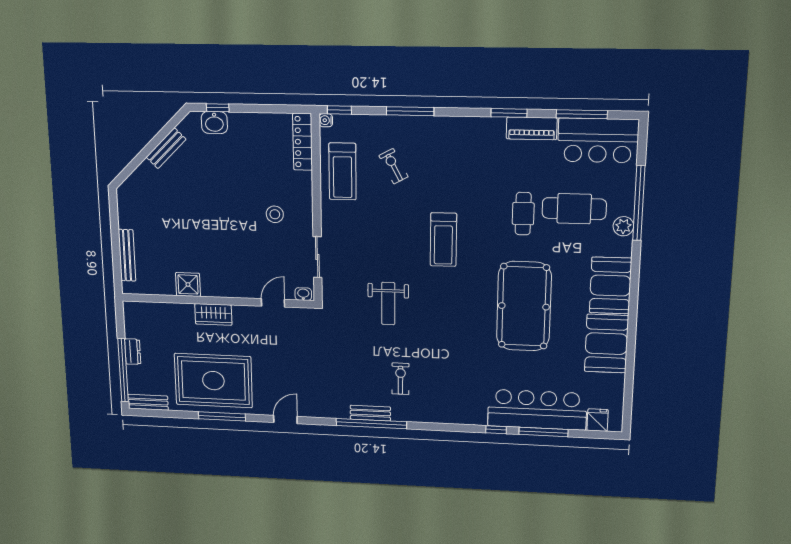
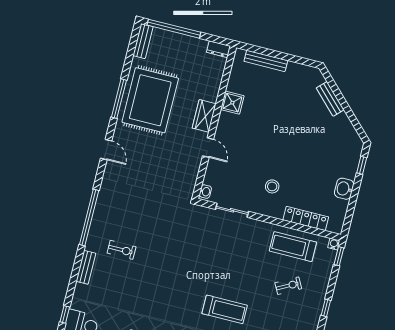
window: (410, 111) -> (326, 308), width x0.46
washbasin: (214, 123) -> (344, 189), moved
locker: (303, 142) -> (306, 218), moved
bench: (166, 148) -> (330, 99), moved
treadmill: (443, 240) -> (225, 309), turned 180
door: (273, 303) -> (208, 148), moved
weight bench: (388, 303) -> (184, 255), removed
dresser: (133, 352) -> (219, 49), moved
bench: (370, 413) -> (86, 267), moved

